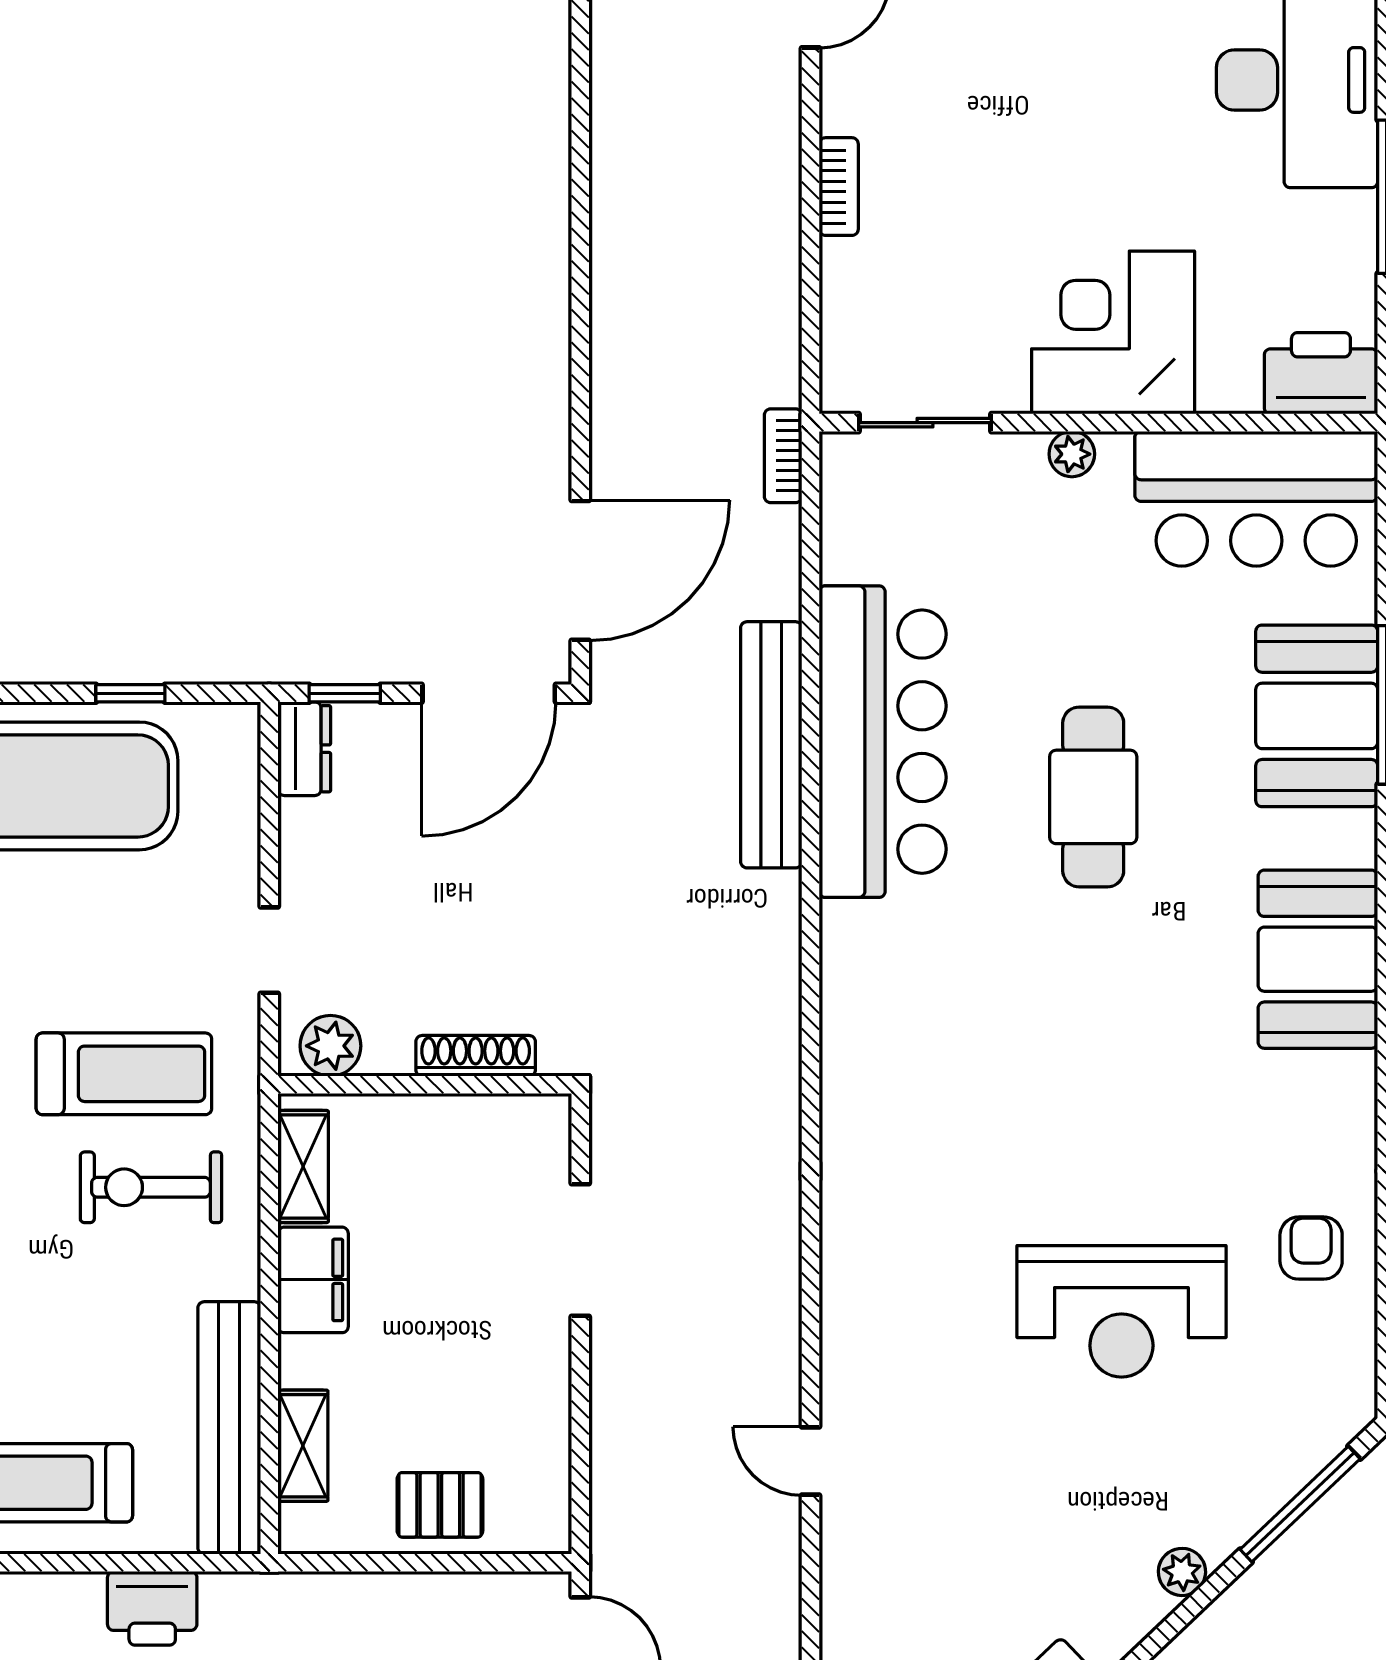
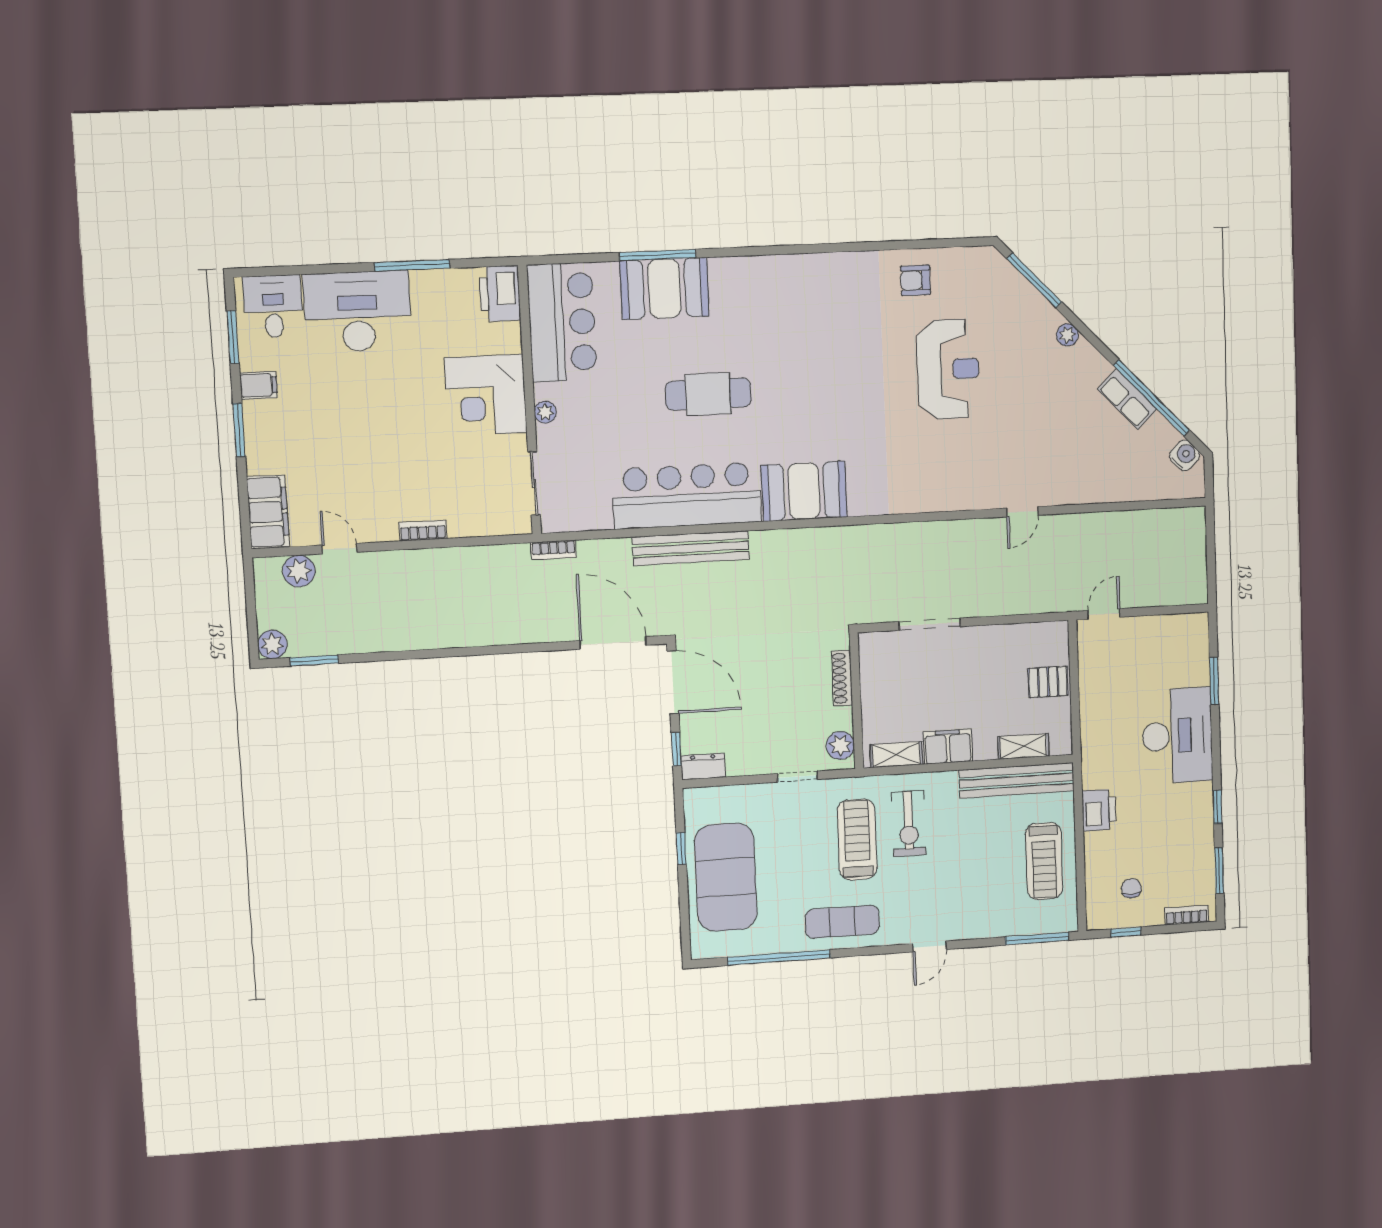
booth: (1318, 959) -> (804, 491), moved
pallet: (440, 1505) -> (1048, 682), turned 90

